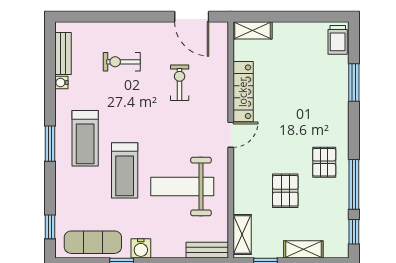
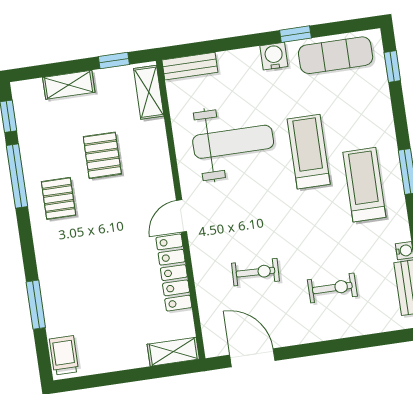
exercise bike: (180, 83) -> (256, 272), turned -88

